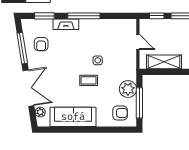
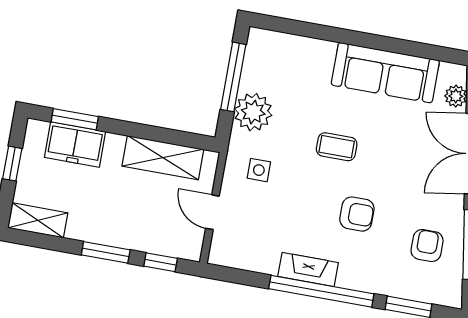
window: (84, 16) -> (321, 291), width x1.46
fireplace: (66, 24) -> (308, 270), moved
side table: (98, 60) -> (259, 170), moved
armchair: (120, 113) -> (357, 214), moved, turned 180

